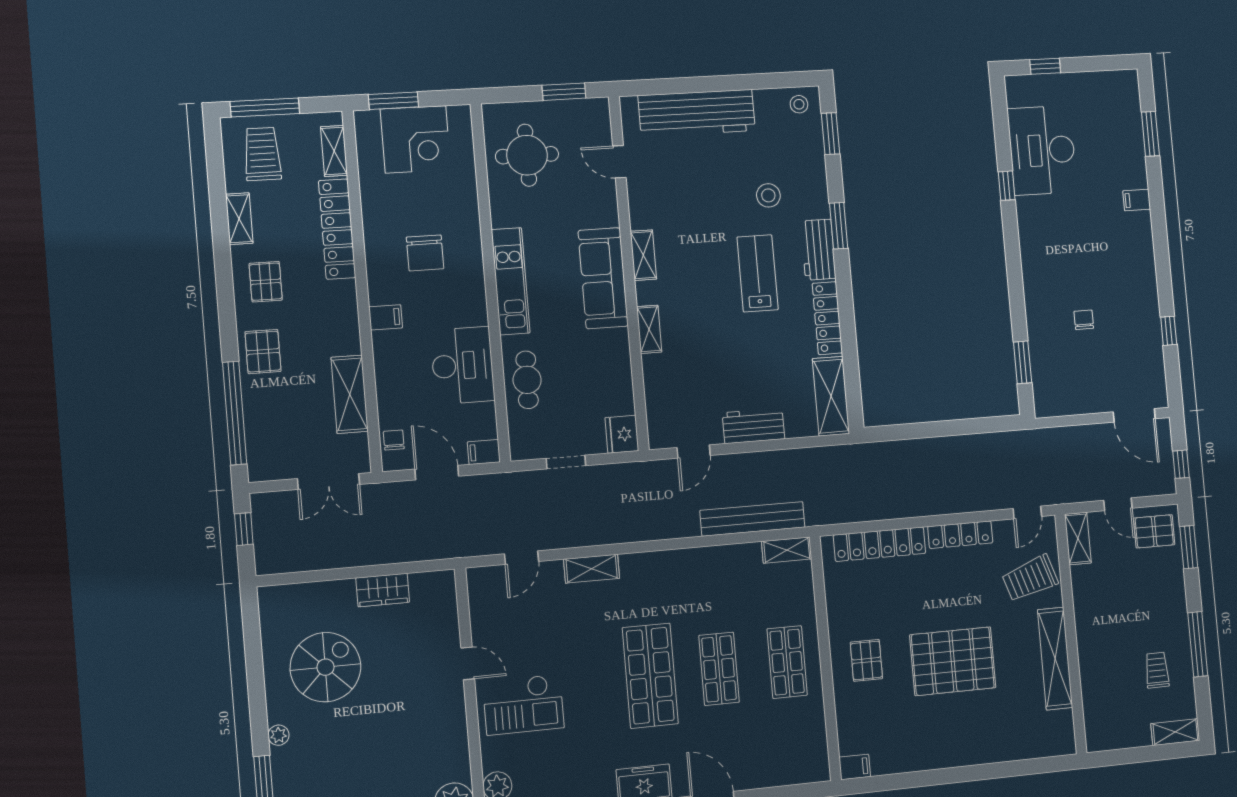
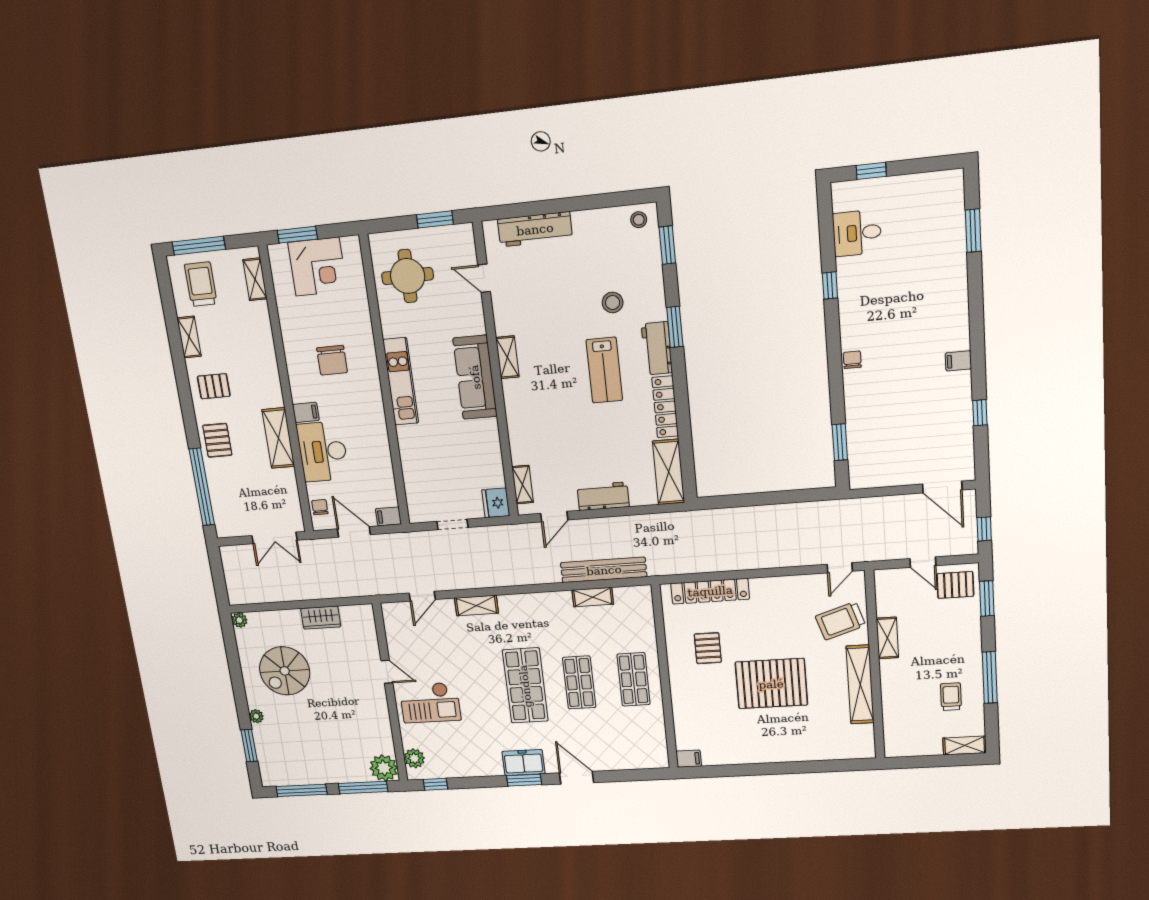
workbench: (697, 113) -> (535, 229), width x0.73, depth x0.76
desk: (1042, 150) -> (857, 233), width x0.53, depth x0.77
filing cabinet: (1137, 200) -> (958, 361), moved
locker: (337, 229) -> (263, 343), removed
lab bench: (758, 273) -> (604, 370), turned 180
pallet: (266, 282) -> (214, 386), turned 90
chair: (1084, 320) -> (852, 360), moved
shelving: (649, 329) -> (523, 485), moved
desk: (462, 365) -> (323, 452), moved, turned 180
cafe table: (527, 380) -> (418, 460), removed
shelving: (350, 394) -> (278, 438), moved
window: (244, 529) -> (217, 572), removed
locker: (960, 535) -> (780, 585), removed
shelving: (1078, 538) -> (887, 638), moved
shelving: (787, 550) -> (593, 597), moved
plant: (268, 596) -> (239, 620), added
pallet: (866, 660) -> (708, 648), moved
spiral stairs: (325, 667) -> (285, 671), turned 180

